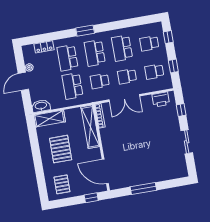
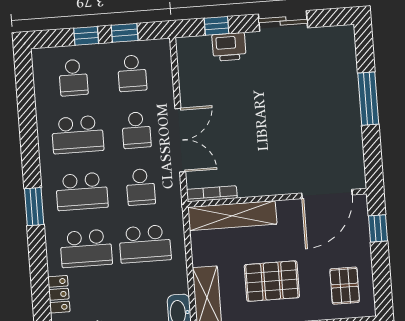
window: (168, 37) -> (86, 36), moved
printer: (161, 99) -> (229, 47), moved, turned 90
pallet: (62, 184) -> (345, 286), turned 90
window: (143, 188) -> (368, 99), moved

